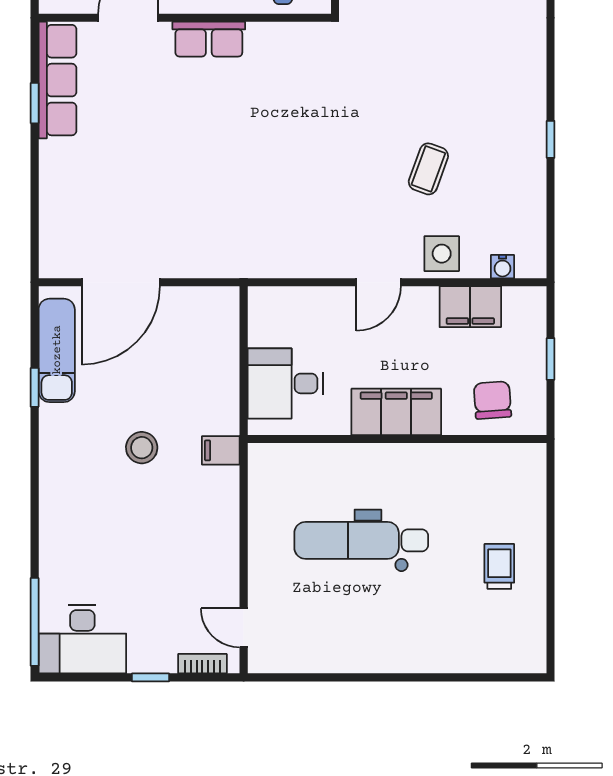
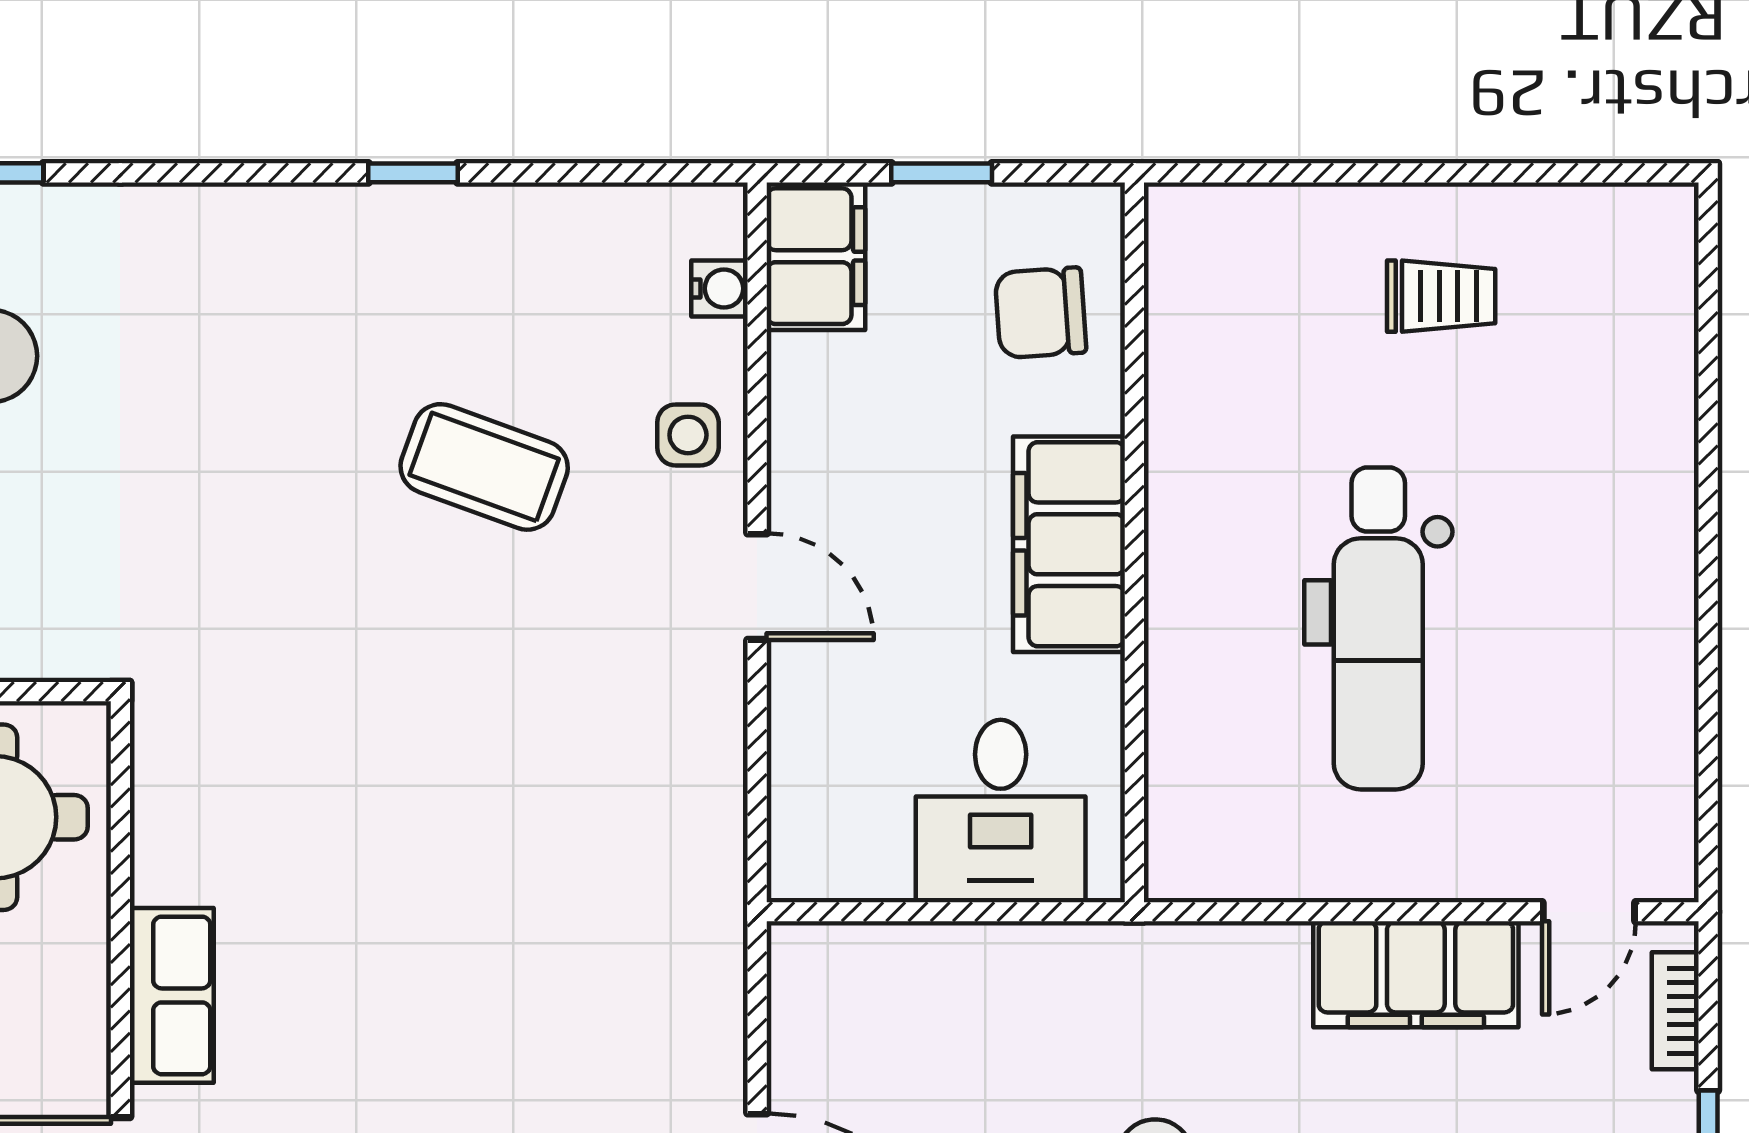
coffee table: (428, 169) -> (484, 467), width x1.36, depth x1.30
side table: (442, 254) -> (688, 435), width x0.73, depth x0.73
filing cabinet: (470, 307) -> (816, 256), moved
filing cabinet: (221, 450) -> (1416, 974), moved, width x3.00, depth x1.17
trolley: (499, 566) -> (1441, 296), turned 180

